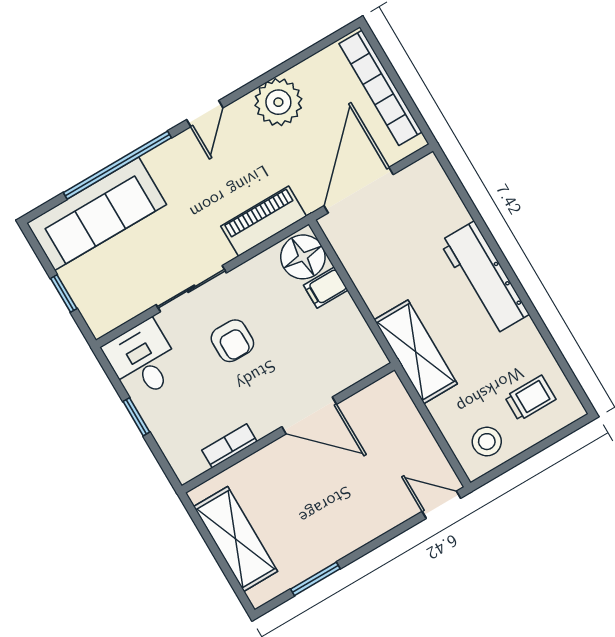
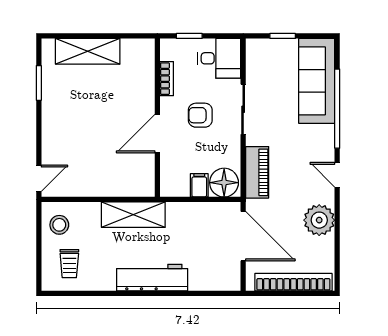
door: (309, 415) -> (157, 134), moved
wall: (288, 428) -> (157, 118), moved
bookcase: (229, 446) -> (167, 79), moved

